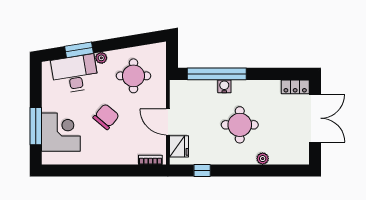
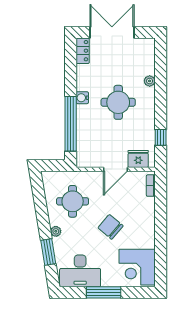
desk: (75, 74) -> (80, 271), moved, turned -81
water cooler: (224, 86) -> (82, 98), moved
window: (36, 126) -> (104, 292), moved
corner desk: (61, 132) -> (137, 267), moved, turned -90

